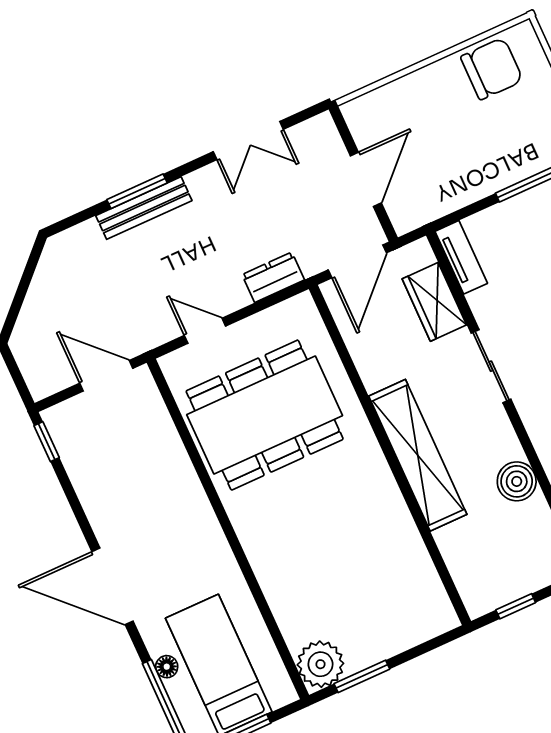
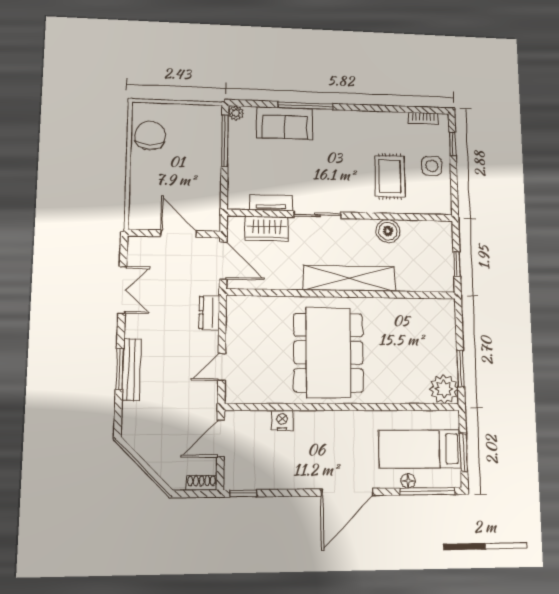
tv unit: (461, 257) -> (271, 203), moved
shoe rack: (35, 378) -> (201, 483), added
dining table: (265, 415) -> (328, 353), moved
nightstand: (169, 450) -> (282, 421), added

